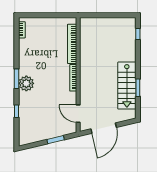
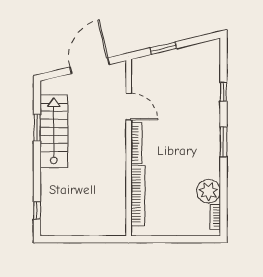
plant: (26, 83) -> (208, 191), moved
door: (78, 114) -> (129, 107), moved

